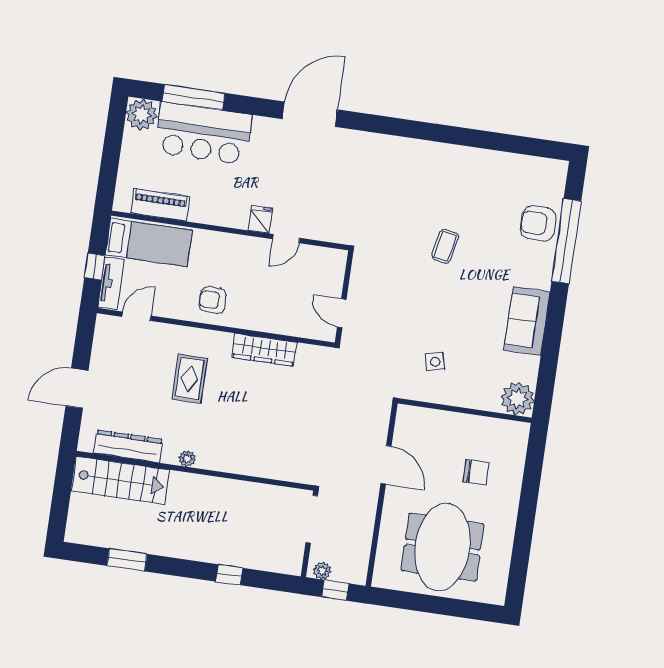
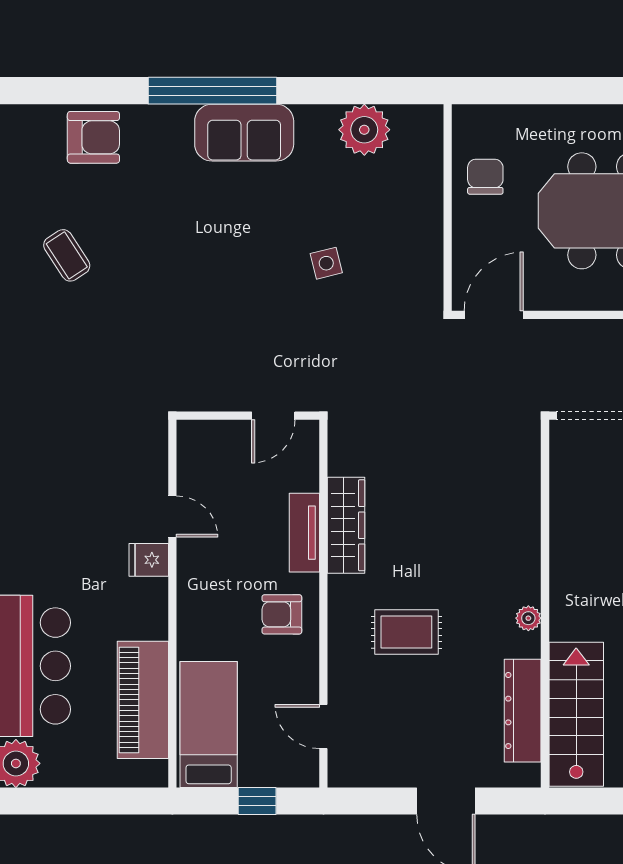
piano: (160, 205) -> (143, 700), width x1.37, depth x1.33
armchair: (538, 223) -> (93, 137), turned -90
window: (566, 241) -> (212, 91), moved
coffee table: (445, 246) -> (67, 255), moved, turned 46
tv unit: (111, 283) -> (304, 533), moved, turned -90
armchair: (213, 300) -> (282, 614), turned 90
wall: (465, 411) -> (448, 207), moved

